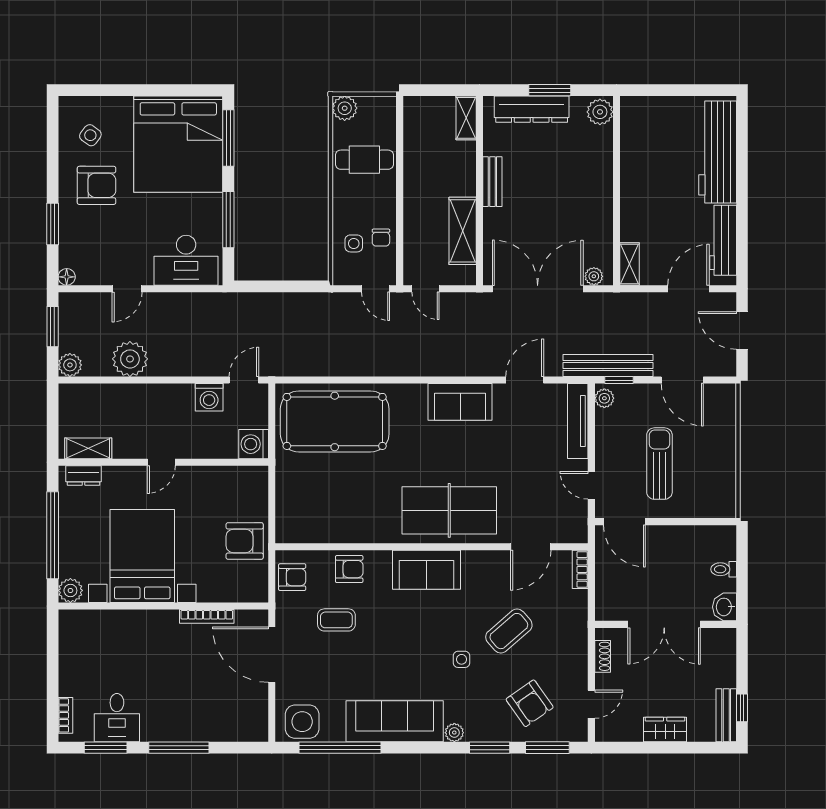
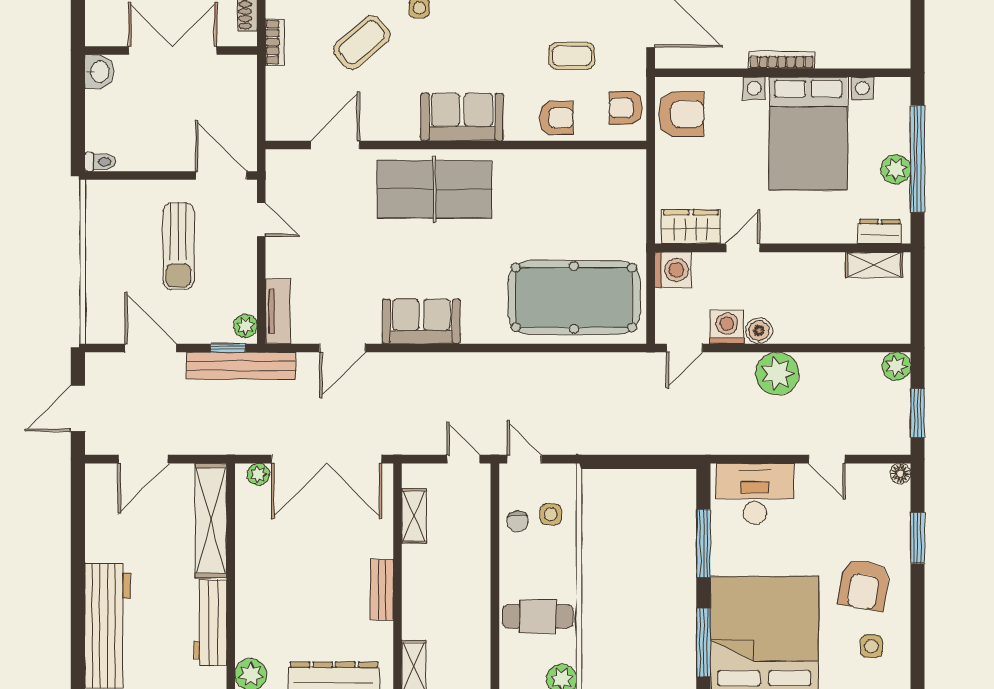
side table: (90, 135) -> (871, 646), turned -37
armchair: (96, 185) -> (864, 585), turned -80
shelving: (463, 231) -> (414, 516), width x0.67, depth x0.75
chair: (381, 238) -> (518, 521), turned 180
workbench: (723, 240) -> (210, 623), moved, turned 180
shelving: (629, 264) -> (211, 521), width x2.20, depth x1.33
door: (127, 289) -> (827, 459), swing flipped
door: (742, 331) -> (78, 408), swing flipped
plant: (130, 359) -> (777, 374), moved
boiler: (183, 394) -> (759, 331), added
tv unit: (578, 421) -> (278, 311), width x0.71
door: (161, 462) -> (743, 248), moved
wardrobe: (239, 480) -> (691, 227), added
armchair: (245, 541) -> (681, 114), moved
armchair: (349, 569) -> (556, 118), turned 180
bookcase: (580, 569) -> (275, 42), moved
toilet: (724, 569) -> (100, 162), moved
plant: (70, 590) -> (896, 169), moved
bookcase: (207, 616) -> (782, 60), moved

